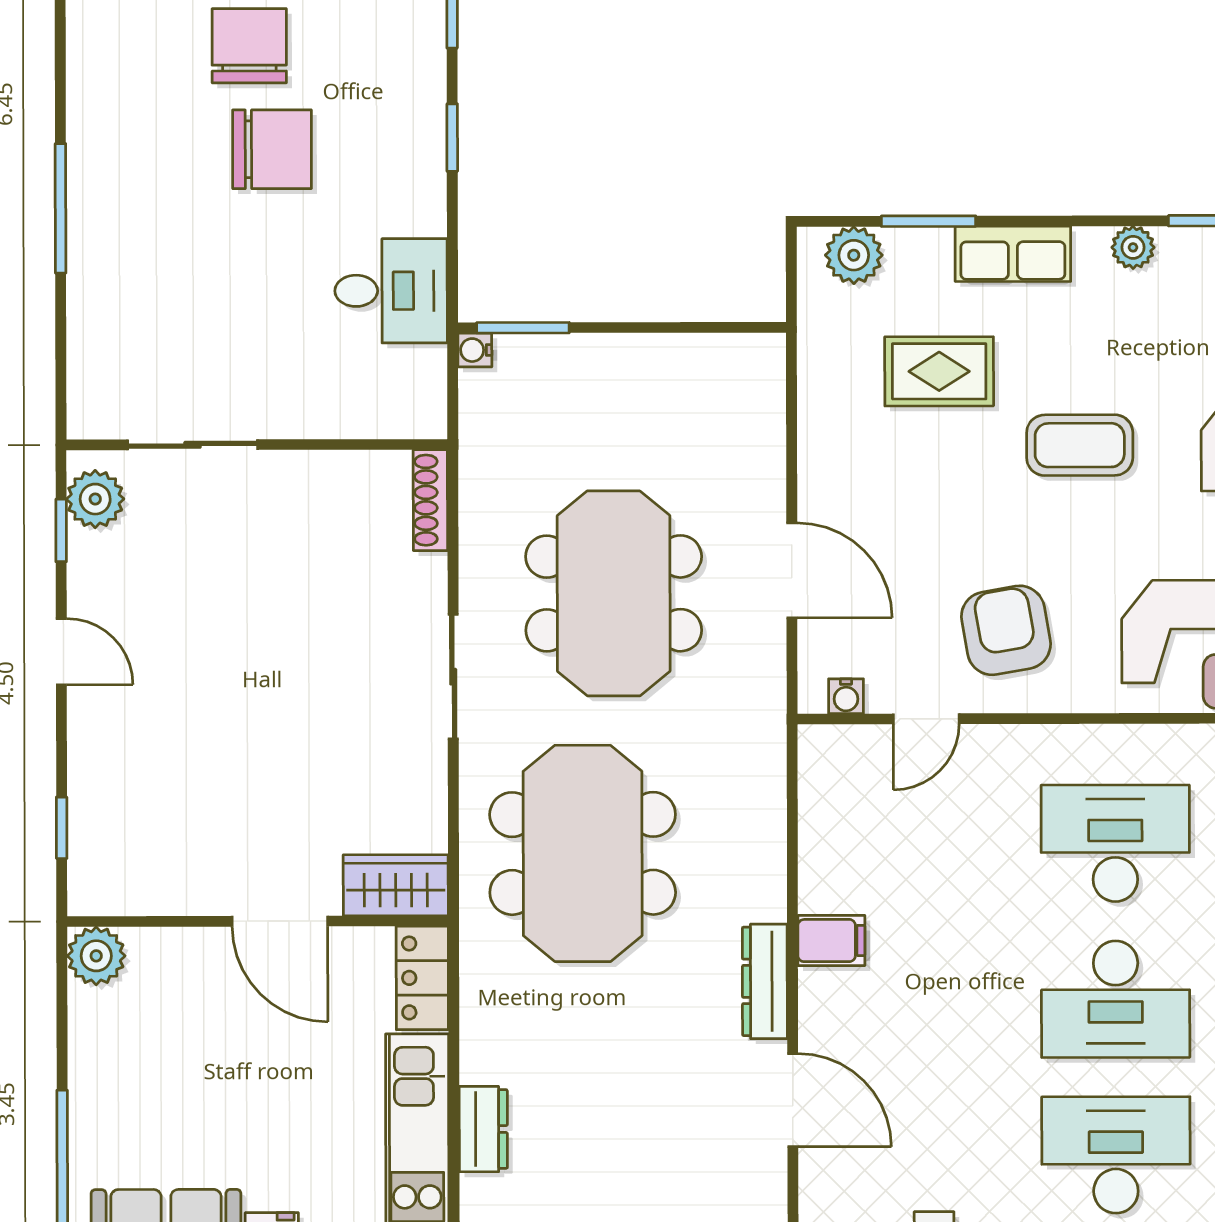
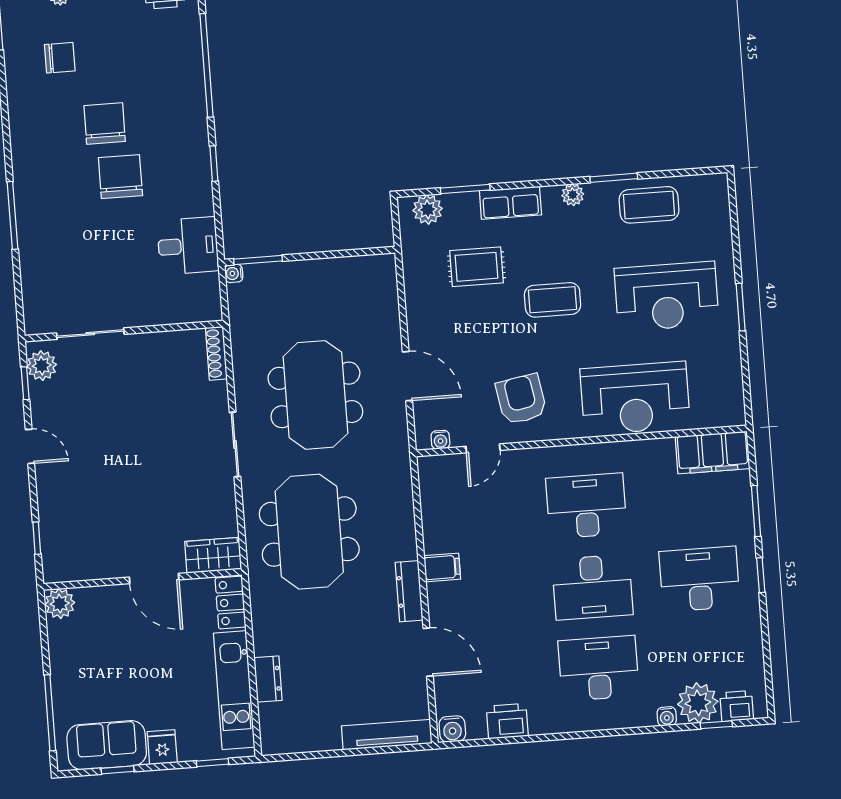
chair: (272, 149) -> (120, 177), turned -90

